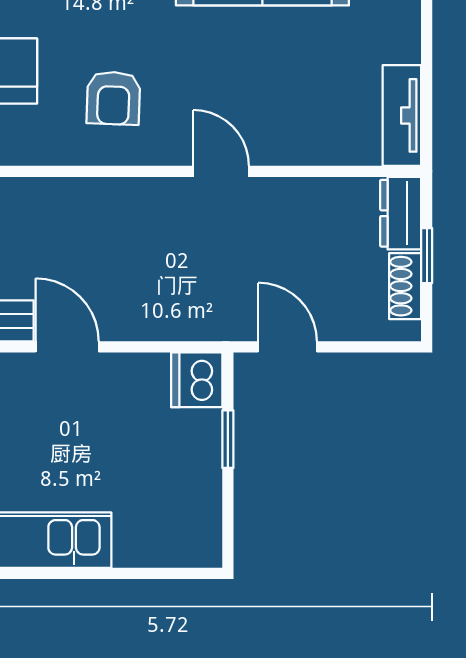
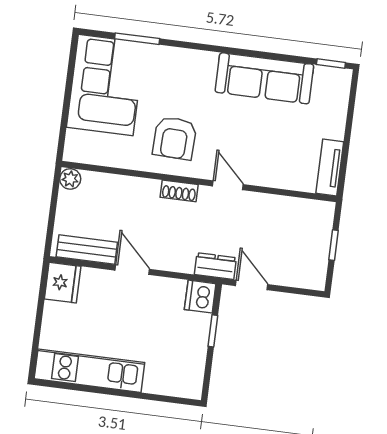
armchair: (113, 98) -> (175, 138), width x1.38, depth x1.38
dresser: (401, 213) -> (215, 266), moved, turned 90
shoe rack: (405, 286) -> (179, 191), moved, turned -90

